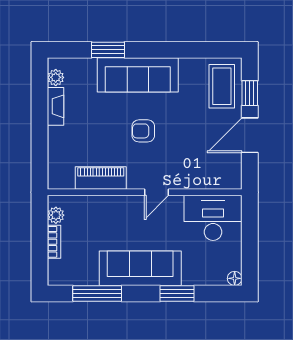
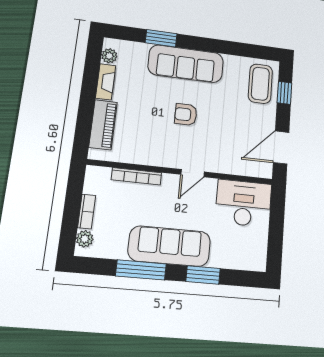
door: (250, 135) -> (281, 147), moved
piano: (101, 178) -> (103, 125), moved, turned 90
bookcase: (99, 202) -> (136, 176), added
plant: (56, 215) -> (85, 239), moved
floor lamp: (235, 278) -> (260, 264), removed
window: (97, 293) -> (141, 270), moved

